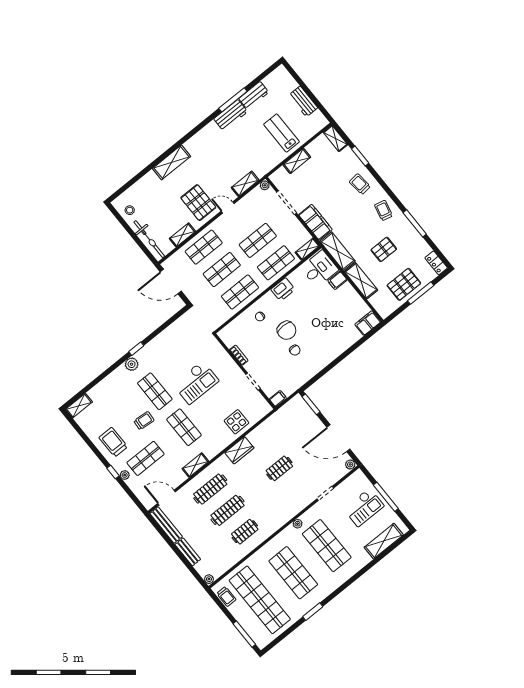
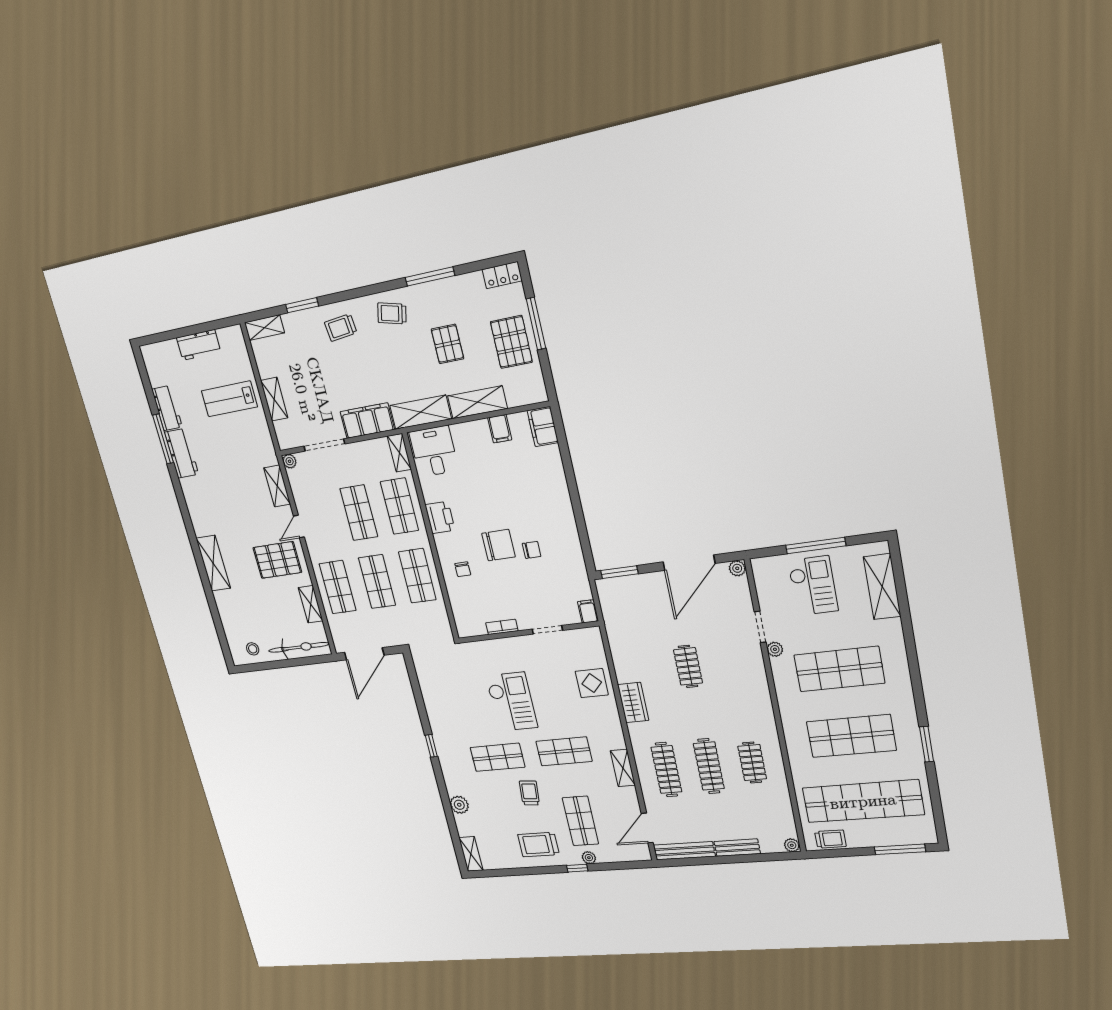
filing cabinet: (337, 280) -> (500, 429), moved
plant: (132, 364) -> (459, 805), moved
plant: (298, 524) -> (775, 649), moved

